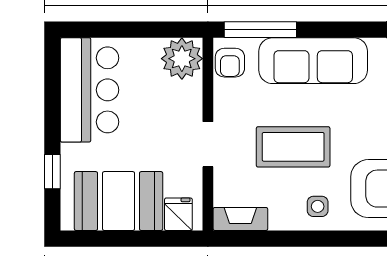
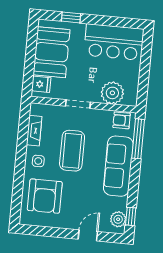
plant: (182, 59) -> (112, 93), moved
fireplace: (240, 219) -> (34, 131), moved

